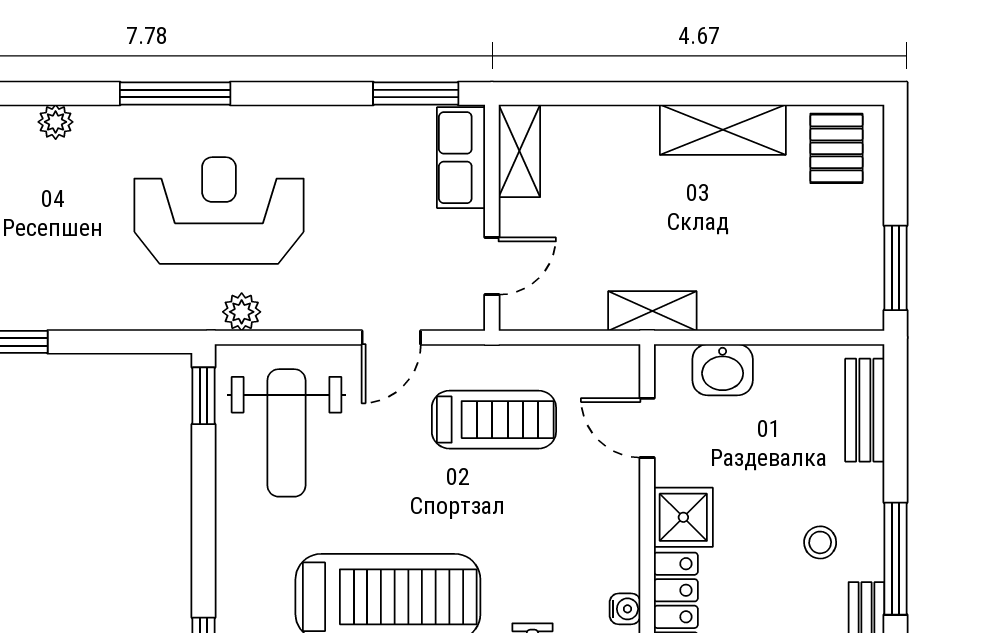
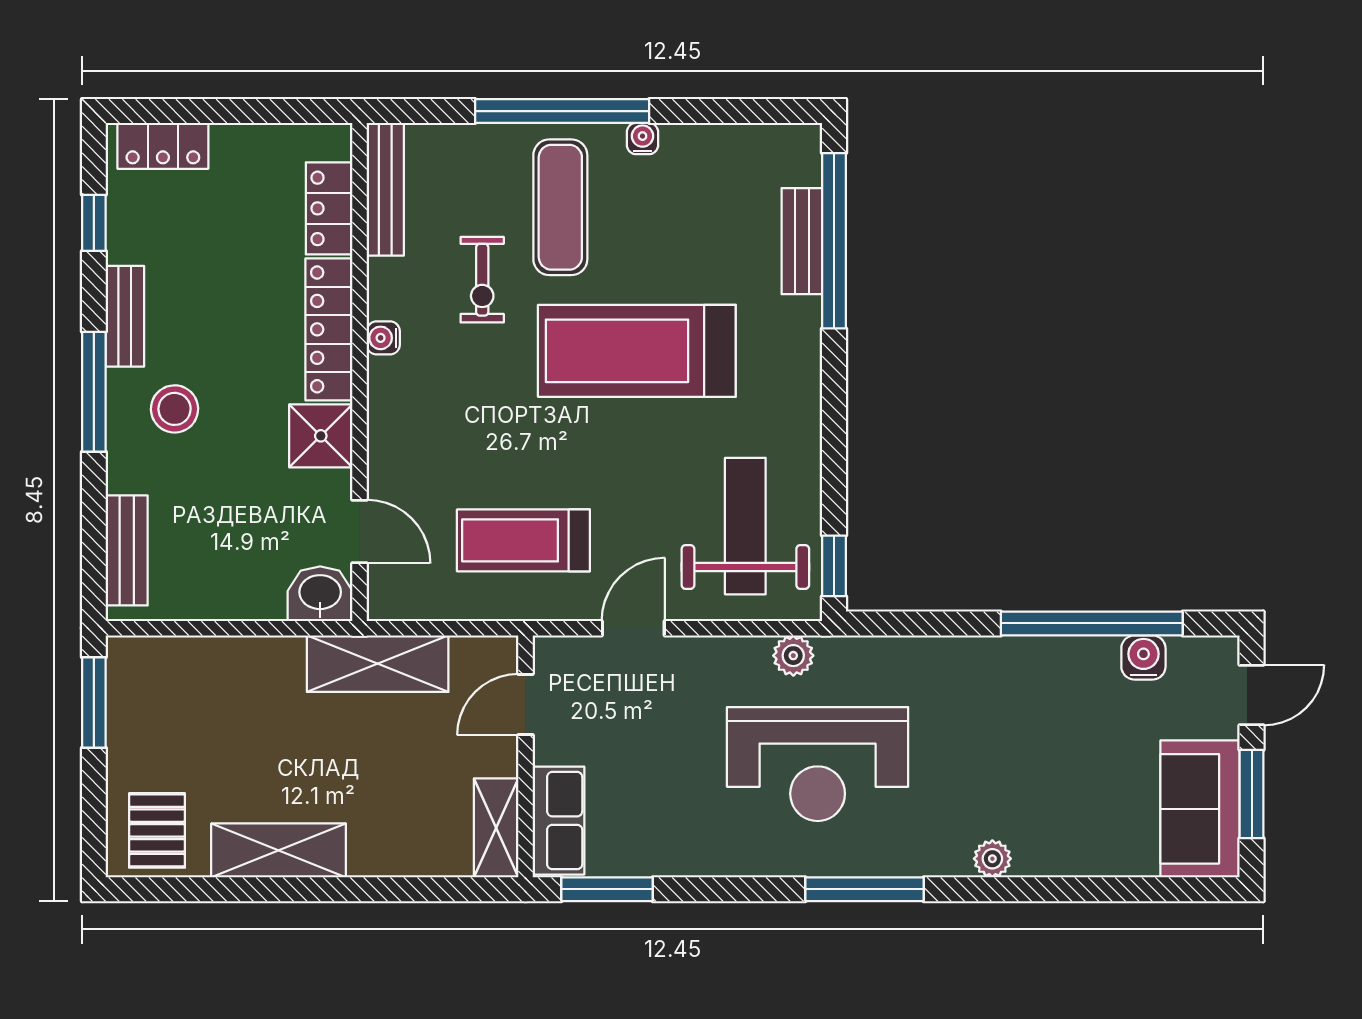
shelving: (652, 311) -> (378, 664), width x1.50, depth x1.33
washbasin: (723, 370) -> (320, 594), moved
stool: (820, 542) -> (175, 409), width x1.37, depth x1.37

